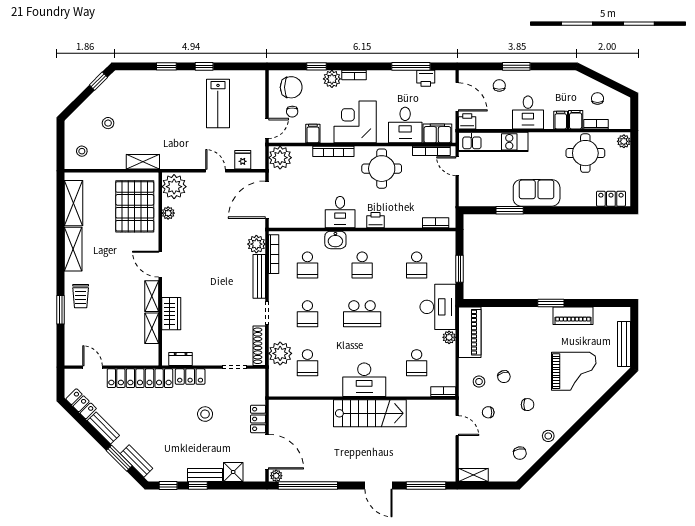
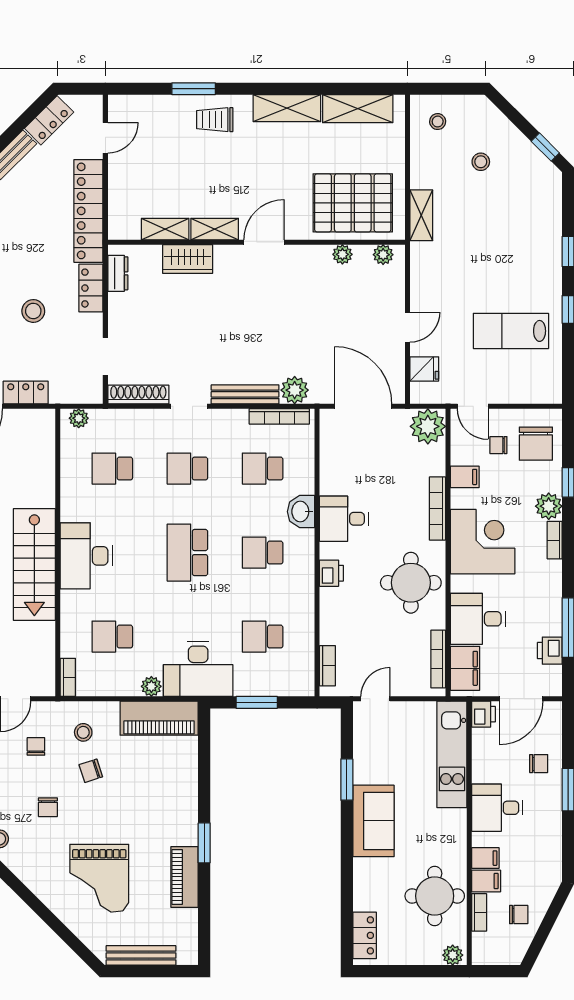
door: (457, 166) -> (375, 699), moved
plant: (174, 187) -> (383, 255), width x0.53, depth x0.53
plant: (280, 353) -> (79, 418), moved, width x0.53, depth x0.53

